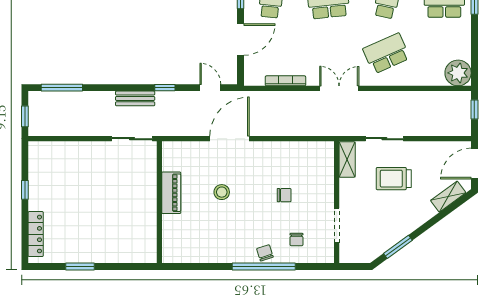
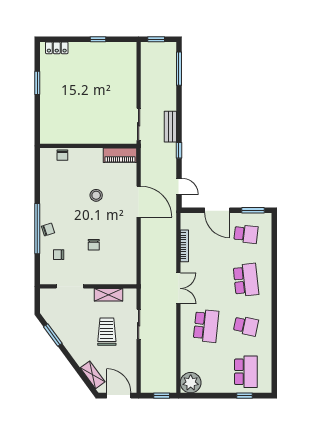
school desk: (386, 53) -> (206, 326), turned 30
door: (210, 88) -> (179, 186), hinge flipped
shelving: (347, 159) -> (109, 295), moved
piano: (171, 193) -> (120, 155), moved
locker: (36, 234) -> (57, 48), width x0.66
chair: (171, 235) -> (62, 155), added

